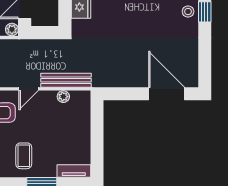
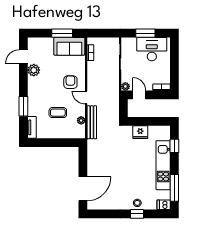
coffee table: (24, 156) -> (58, 113), moved

